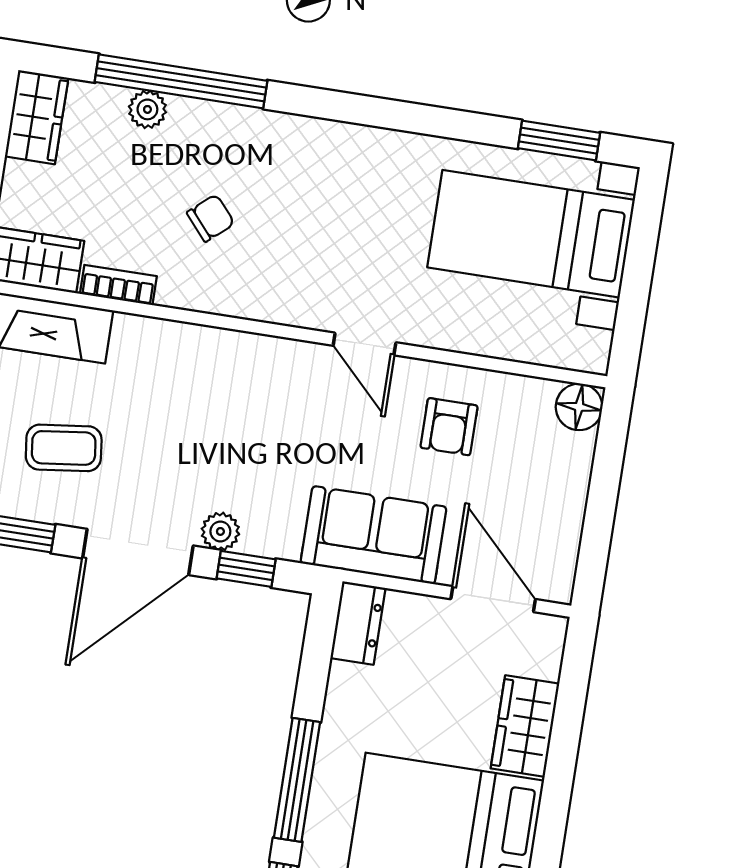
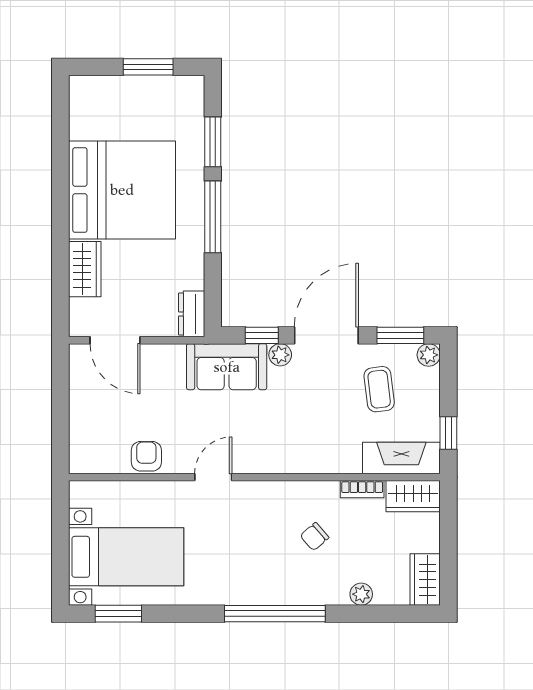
window: (181, 81) -> (275, 614), moved
door: (364, 344) -> (213, 477), hinge flipped
floor lamp: (579, 407) -> (82, 460), removed
armchair: (449, 427) -> (146, 456), moved
coffee table: (64, 448) -> (379, 389), turned 90
sofa: (374, 535) -> (227, 367), moved

